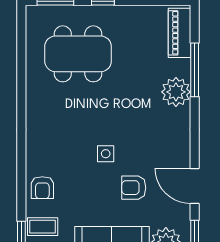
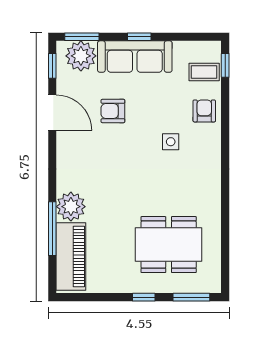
piano: (179, 33) -> (71, 257), width x1.37, depth x1.33
side table: (106, 154) -> (171, 142), moved
armchair: (134, 188) -> (113, 111), turned 180

